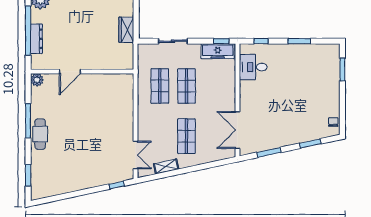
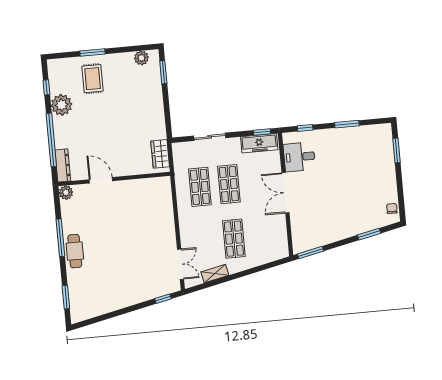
wardrobe: (126, 30) -> (160, 154), moved
dresser: (36, 39) -> (63, 165), moved
door: (70, 72) -> (101, 180), swing flipped
double door: (237, 130) -> (285, 193), moved
window: (269, 152) -> (310, 252), moved

